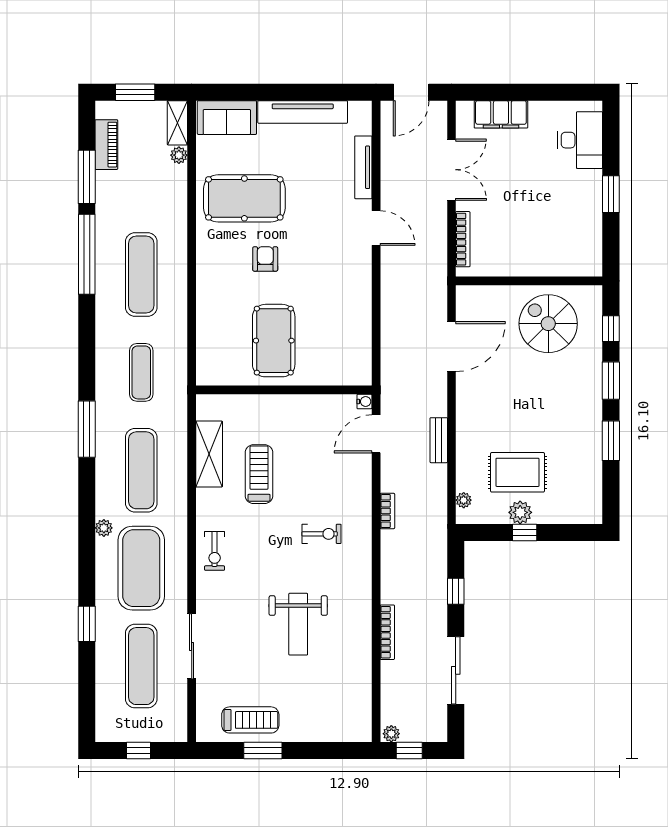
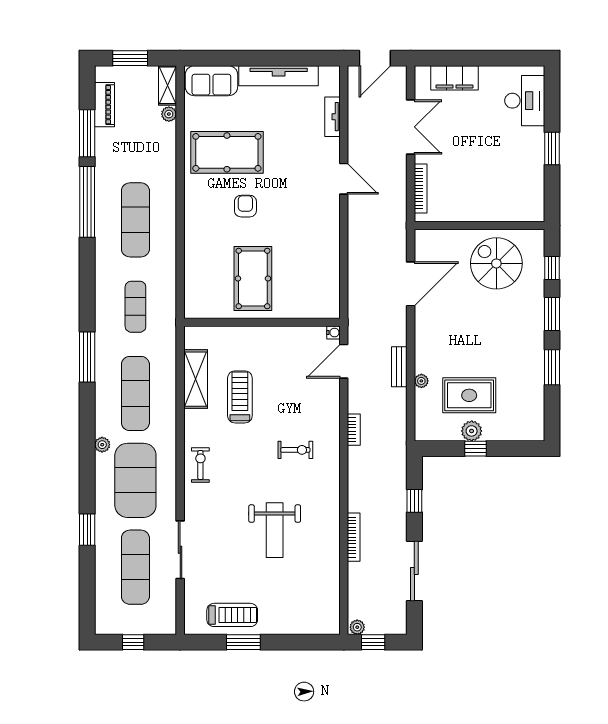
tv unit: (363, 167) -> (332, 117), width x0.71
plant: (464, 500) -> (421, 381), moved
exercise bike: (215, 551) -> (200, 465), turned 180

